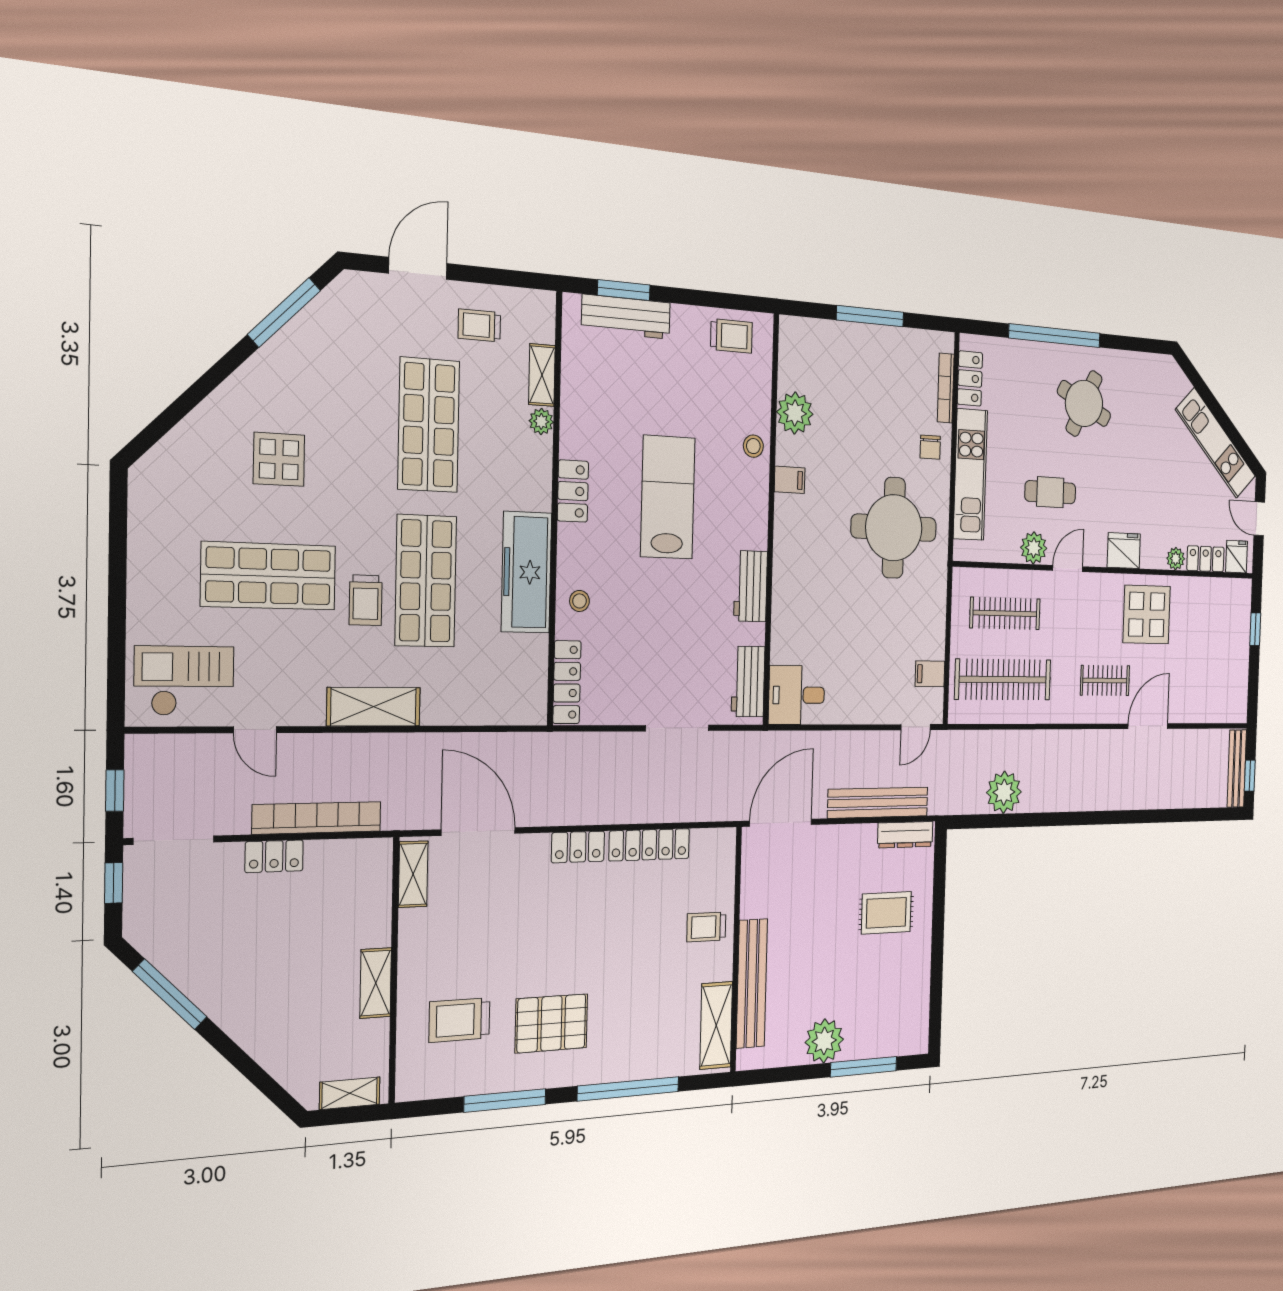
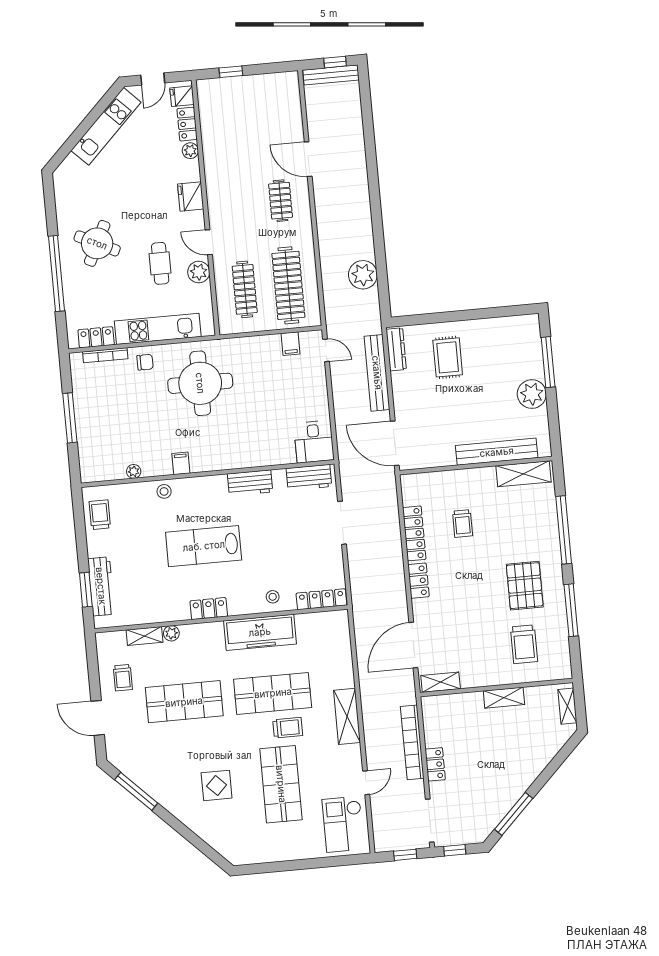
plant: (795, 413) -> (134, 471), width x0.53, depth x0.53
display table: (1147, 615) -> (232, 171), removed
trolley: (706, 927) -> (463, 523), moved

